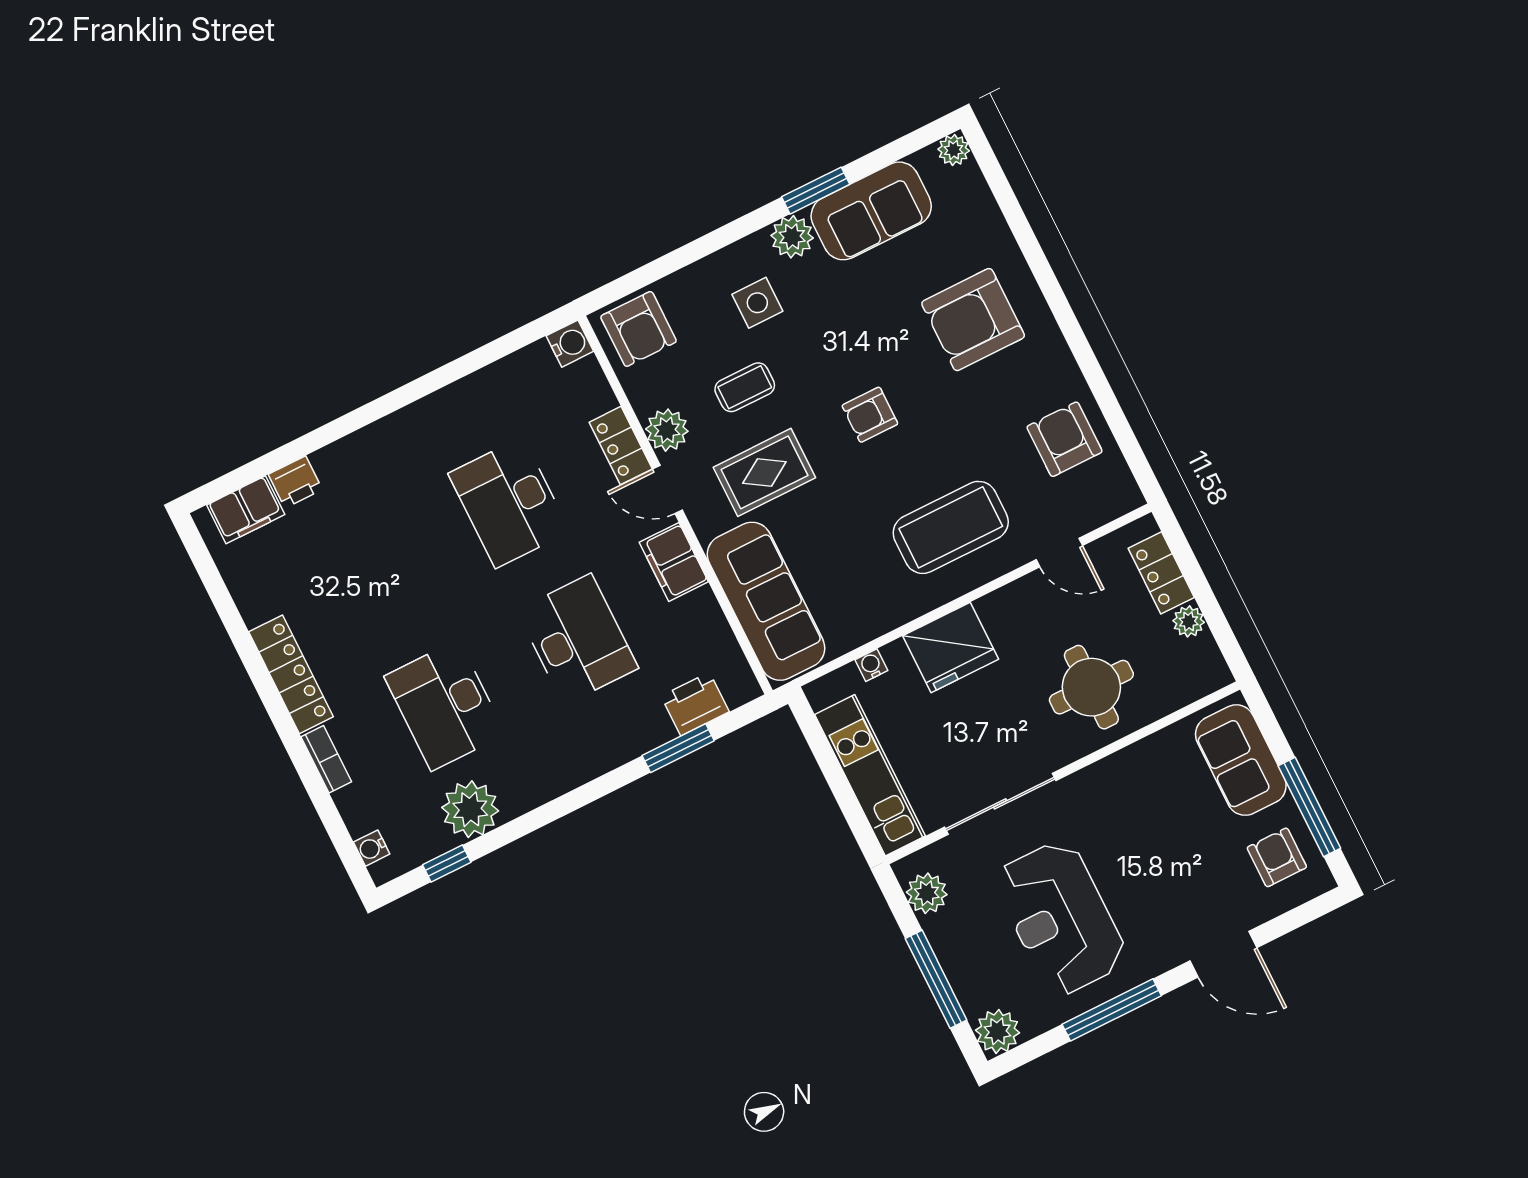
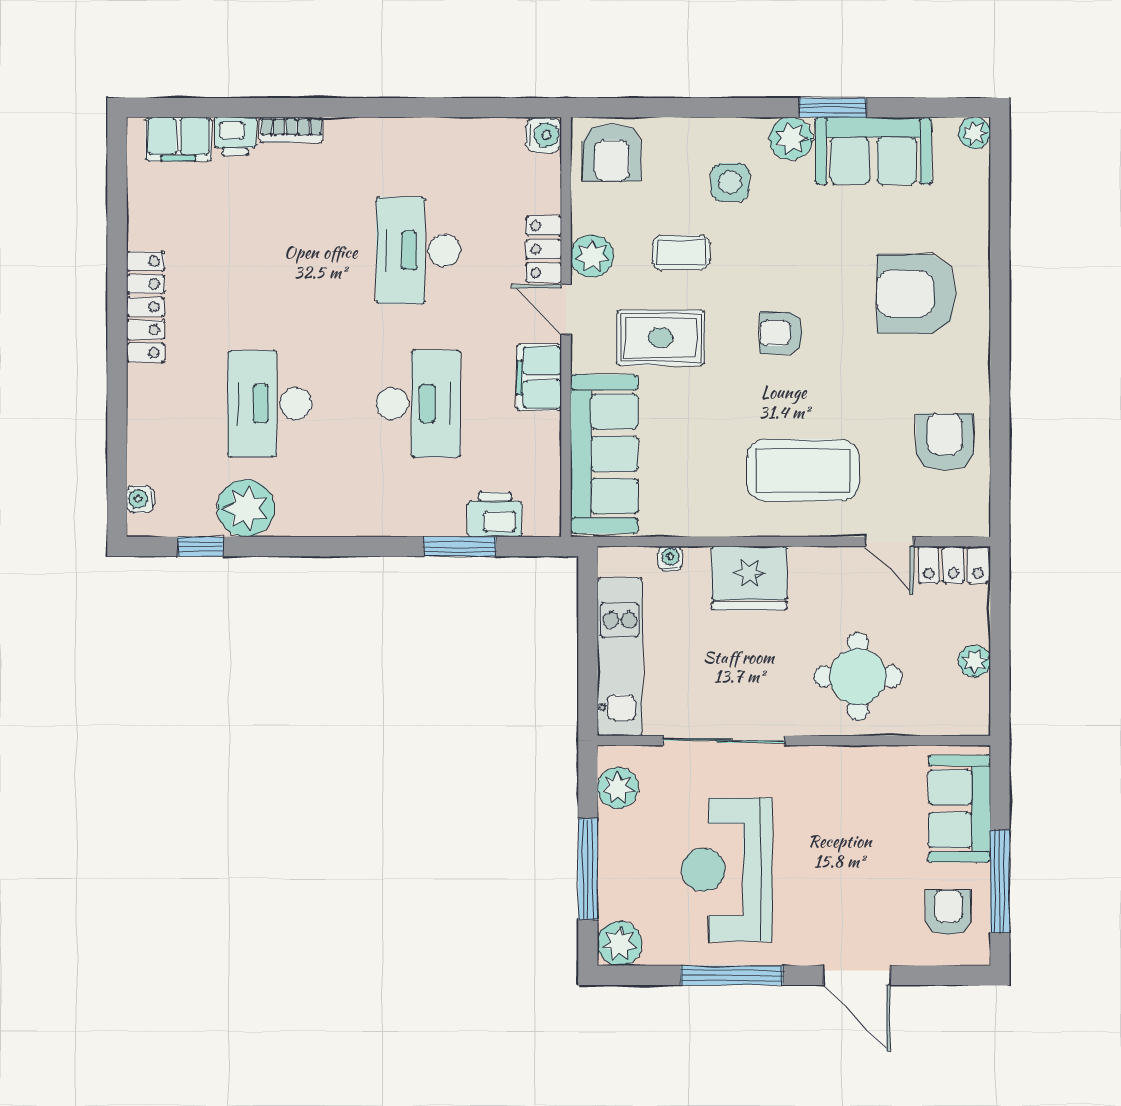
locker: (1161, 573) -> (953, 565), moved, turned -90
bookcase: (326, 759) -> (291, 130), moved, turned 90

